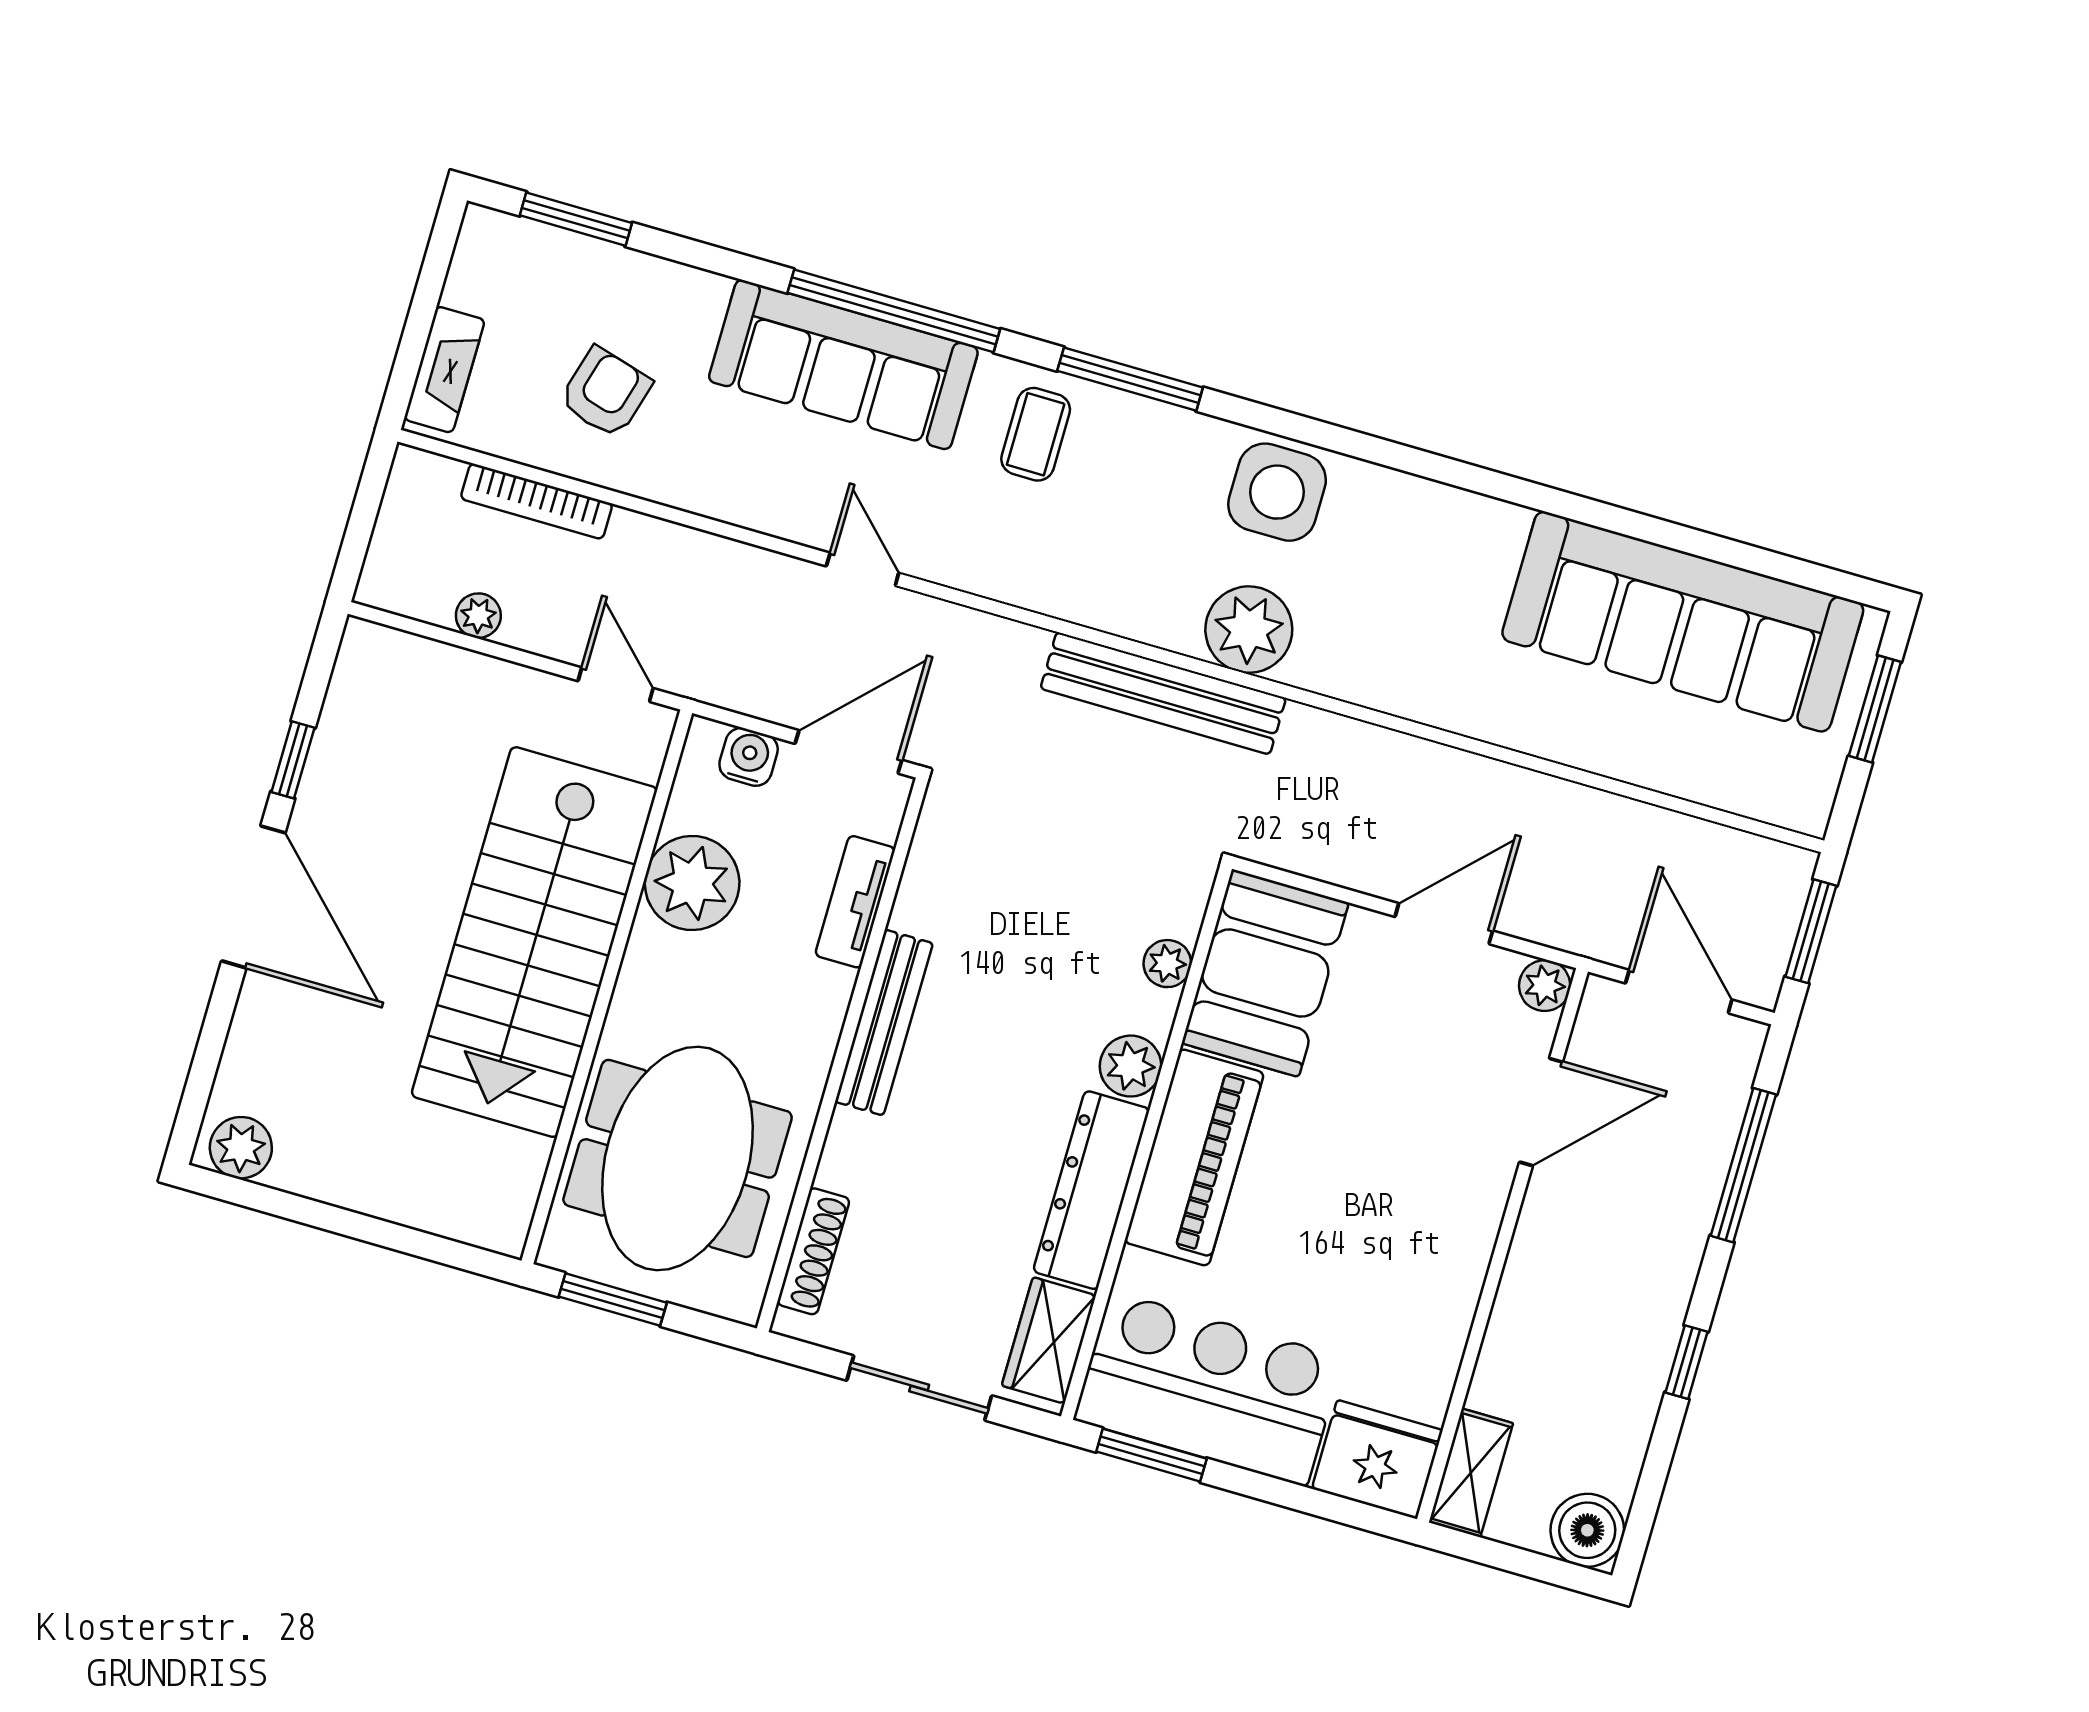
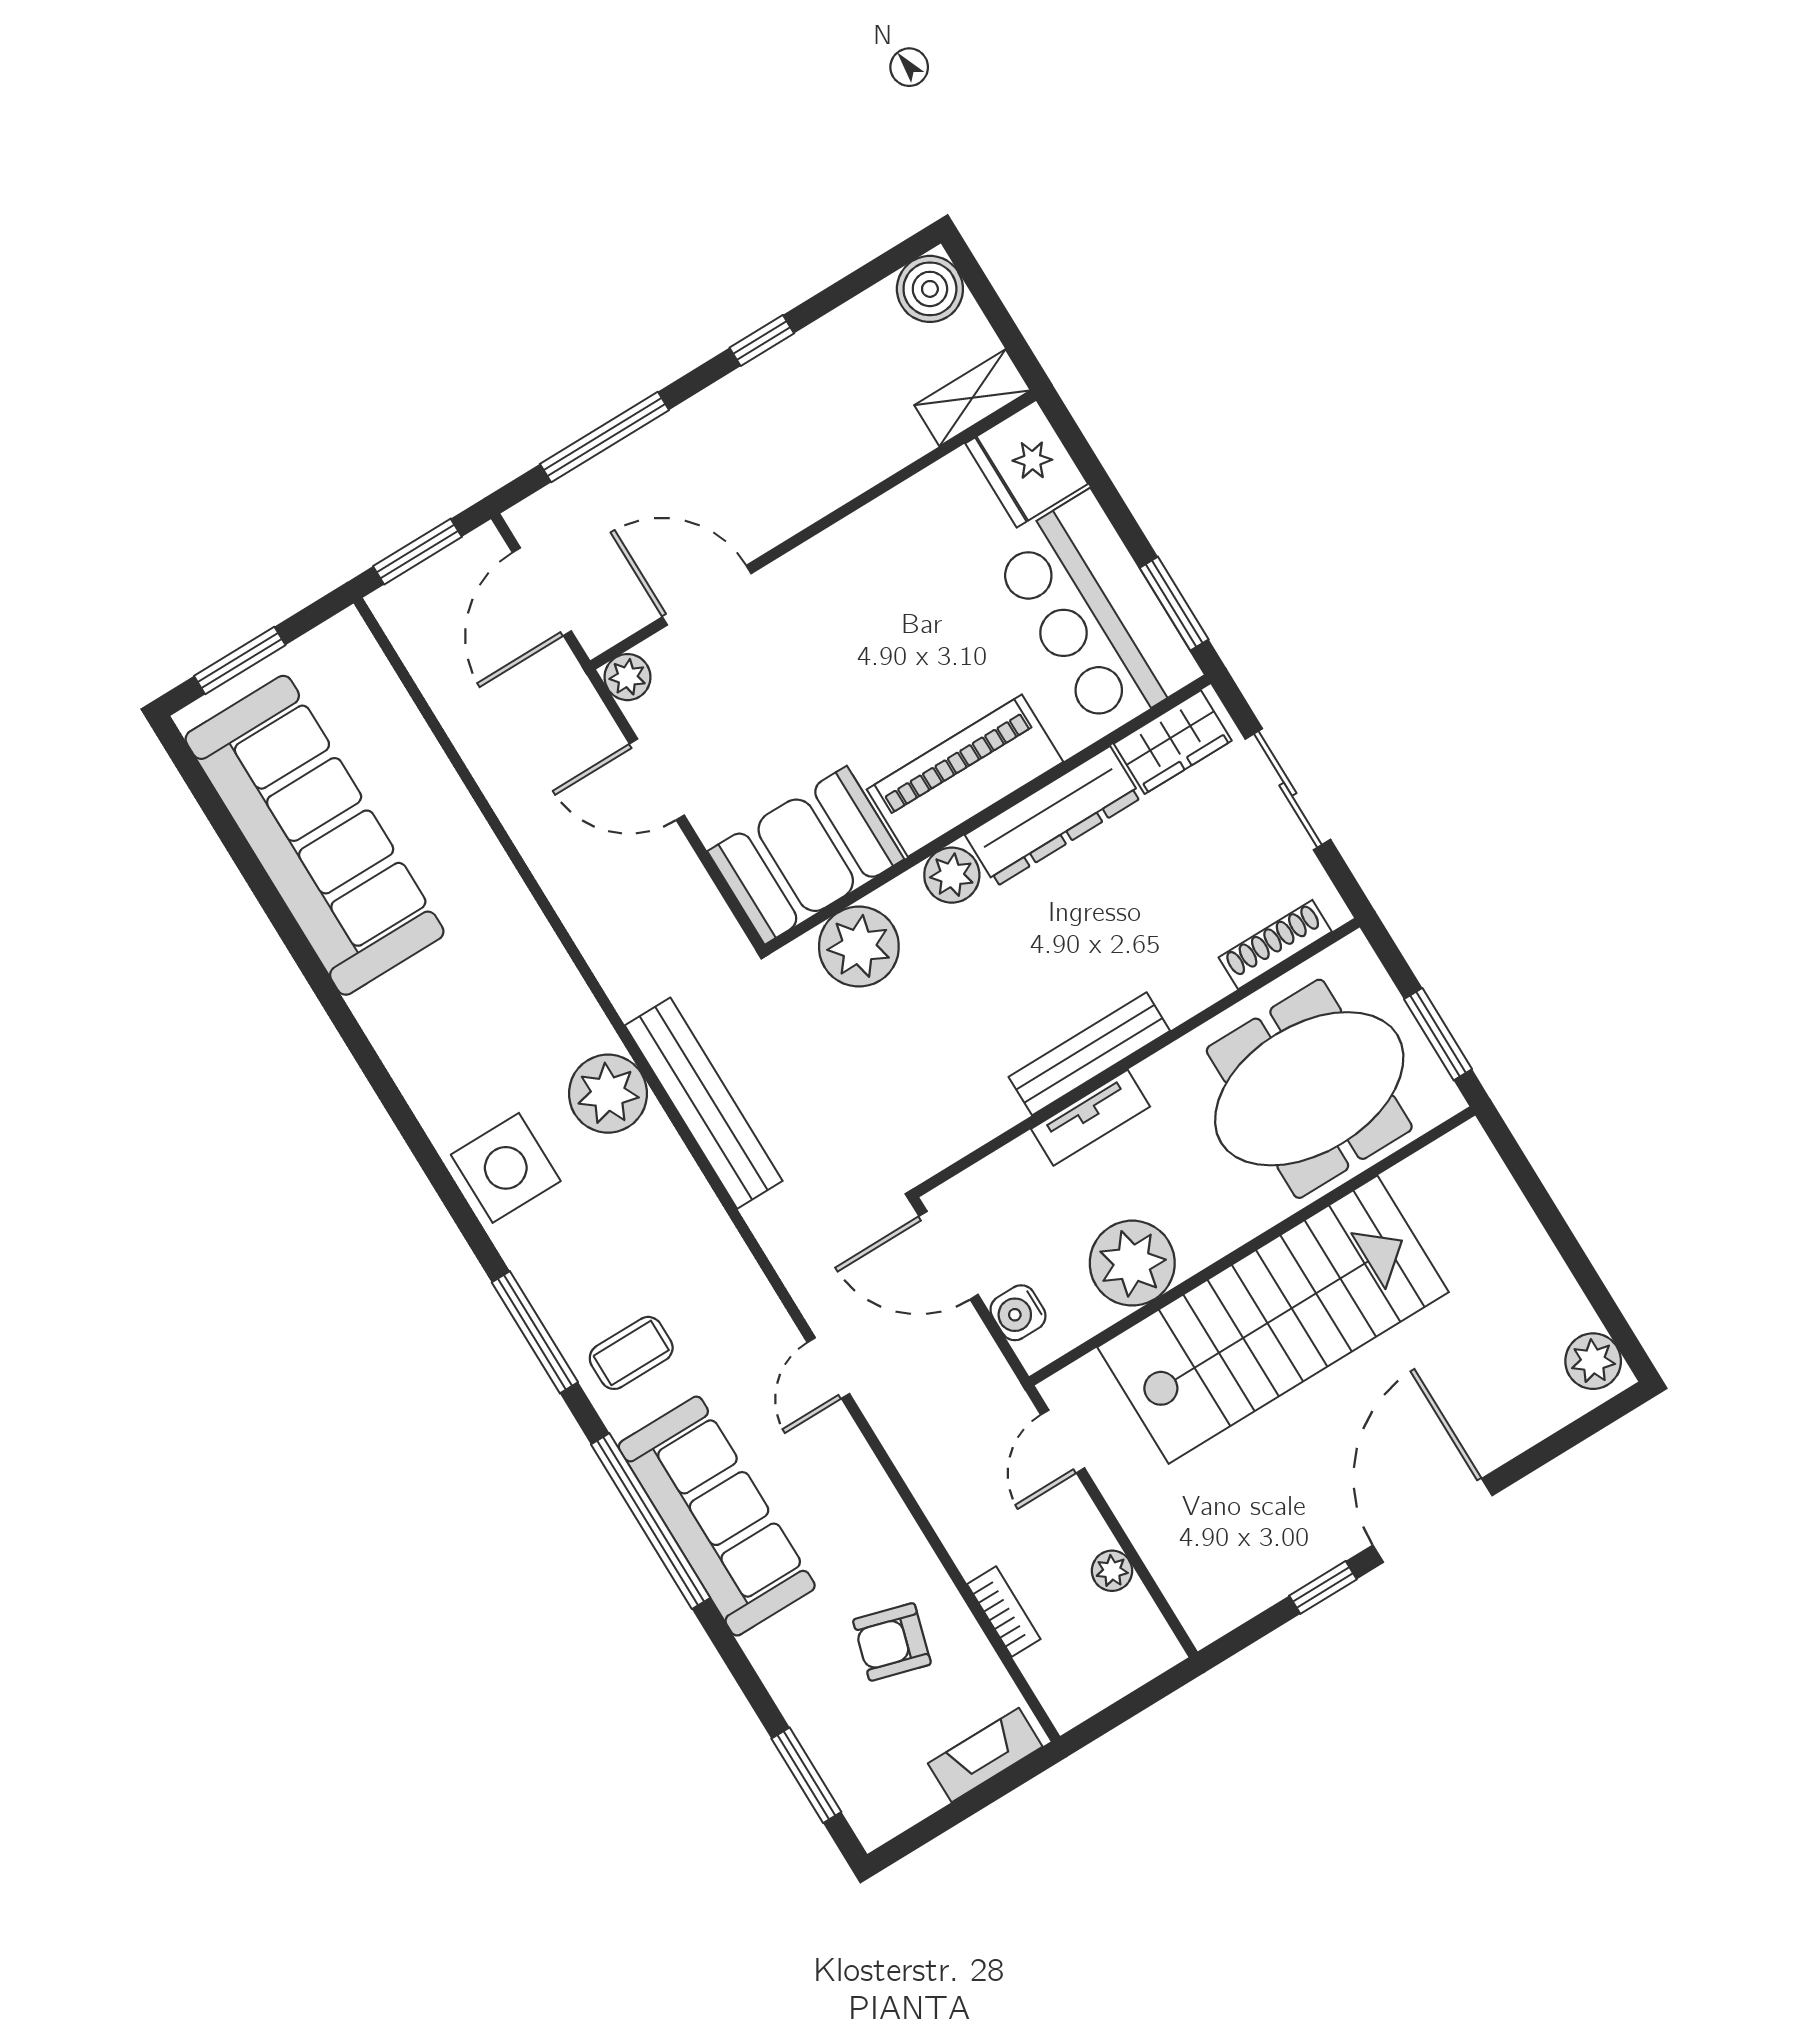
bookcase: (537, 501) -> (1004, 1612), width x0.64
tv unit: (855, 902) -> (1090, 1118), moved
plant: (1167, 964) -> (859, 947), width x1.88, depth x1.88

